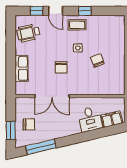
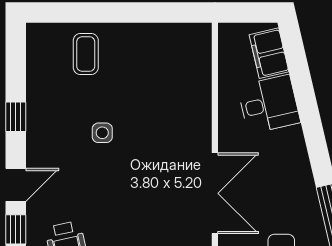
coffee table: (77, 25) -> (86, 54), moved
chair: (97, 60) -> (132, 87), removed
chair: (61, 67) -> (148, 172), removed

